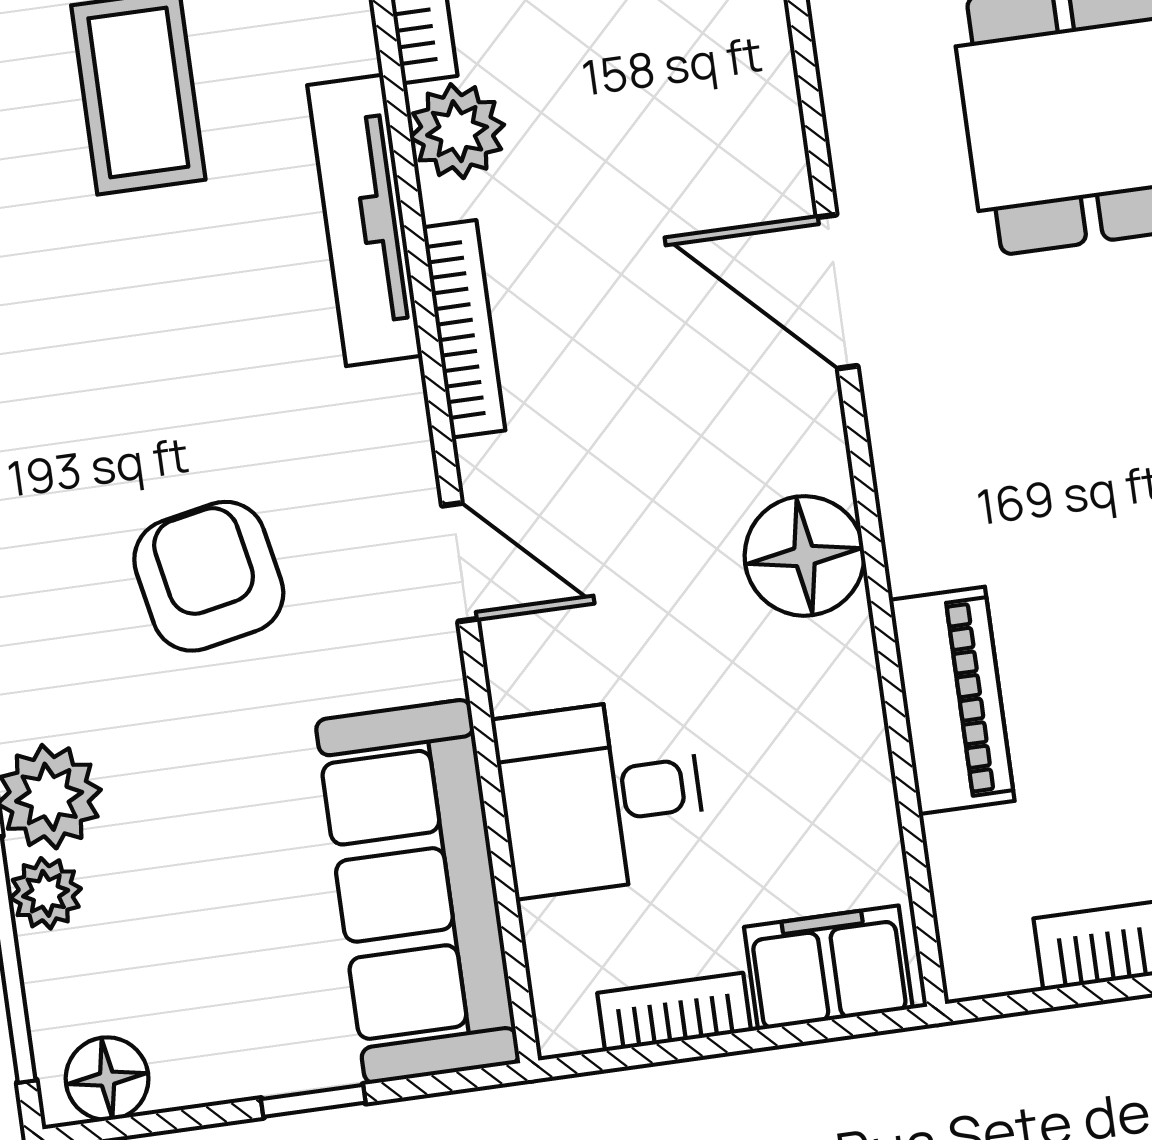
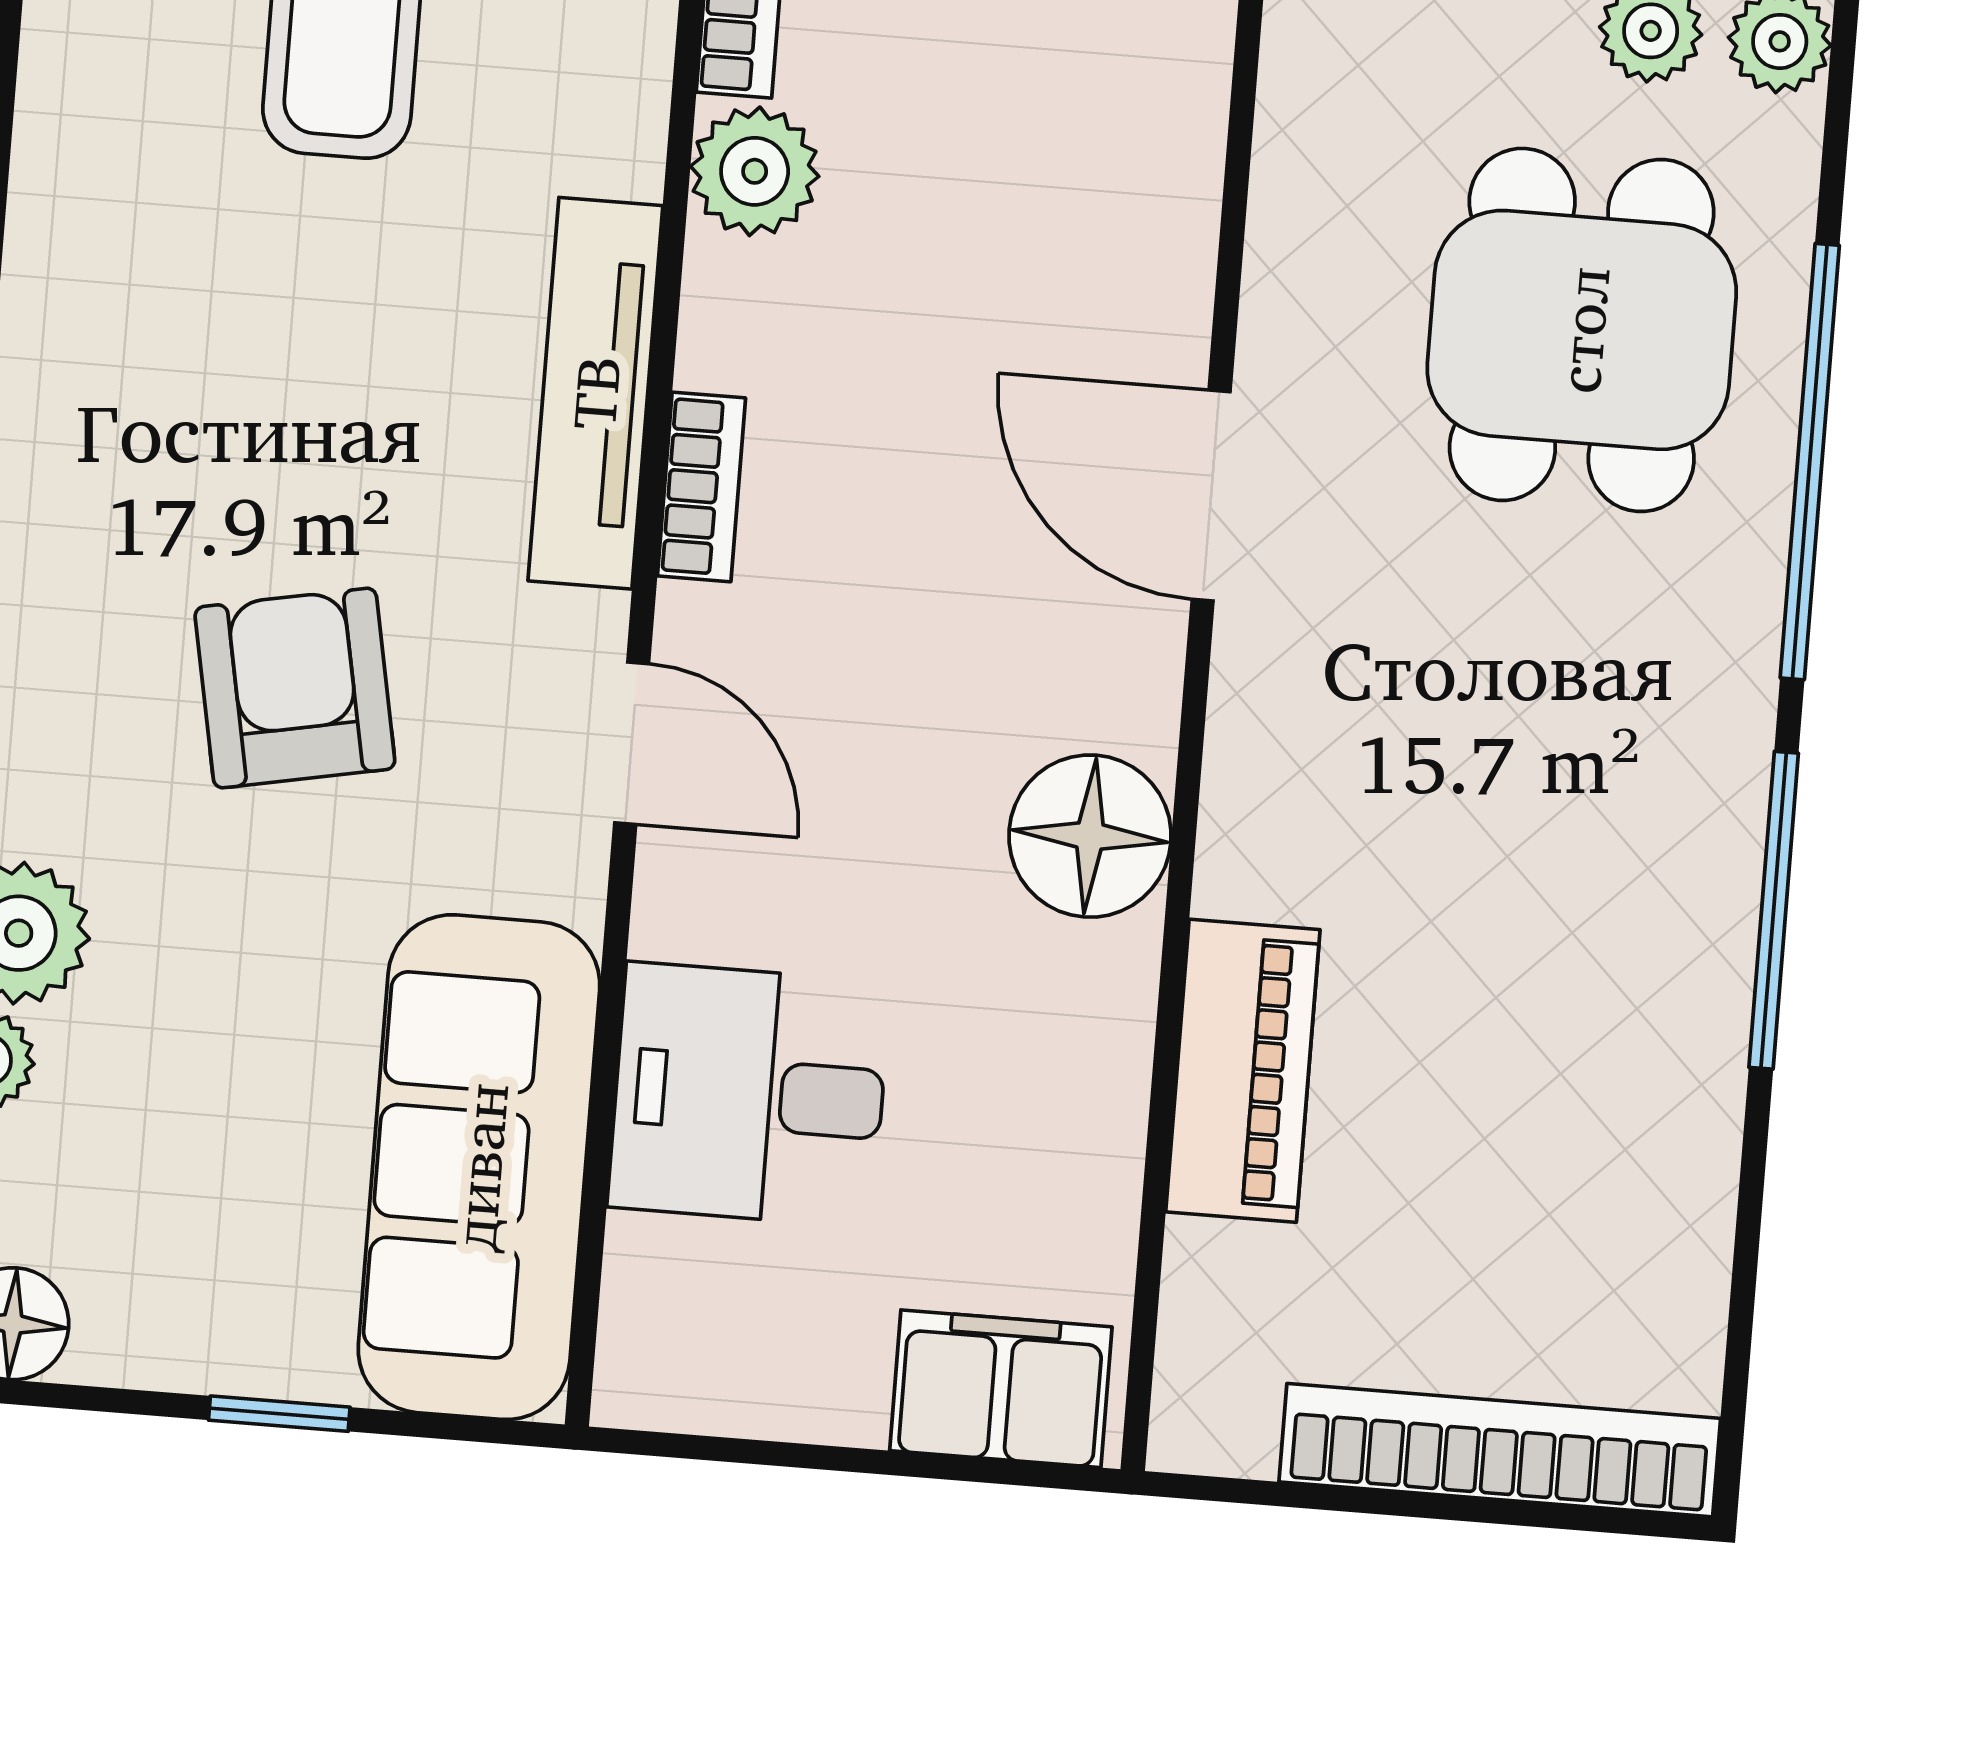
tv unit: (365, 220) -> (595, 393), moved
bookcase: (464, 329) -> (701, 487), width x0.64
bookcase: (674, 1012) -> (783, 1402), removed

